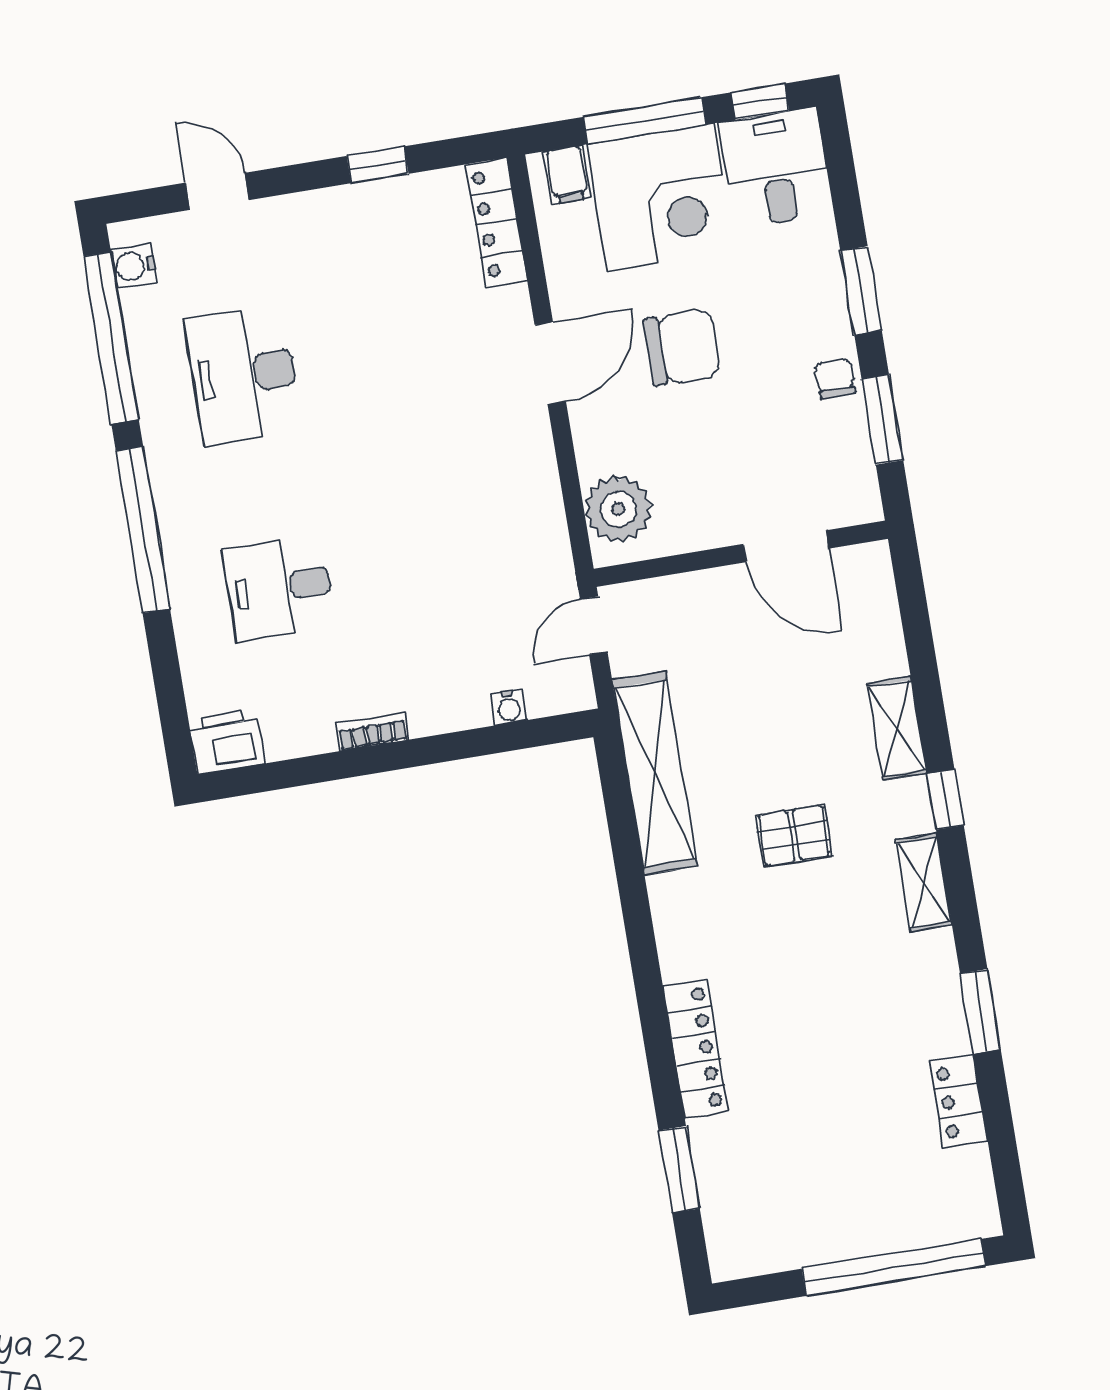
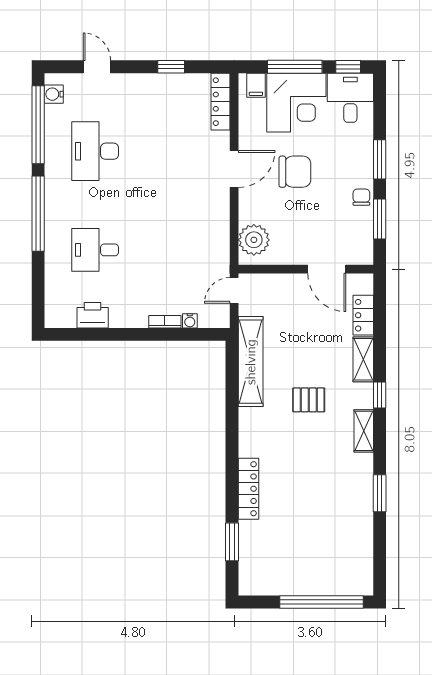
bookcase: (373, 732) -> (165, 322), moved
printer: (226, 741) -> (93, 315), moved
locker: (959, 1101) -> (363, 315), moved

